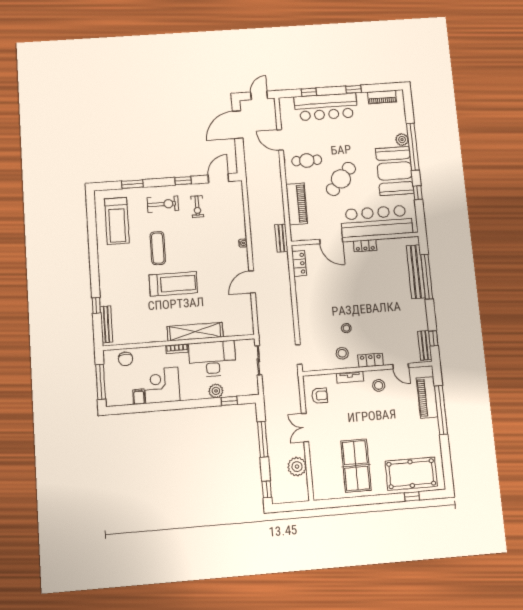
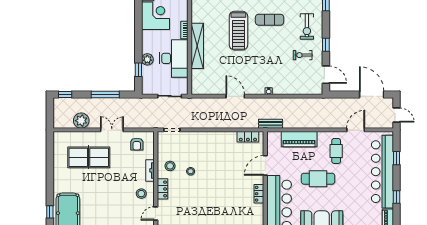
bar counter: (326, 107) -> (382, 172), width x1.36
cafe table: (341, 179) -> (318, 179), turned -41
table tennis table: (356, 466) -> (89, 157), moved

